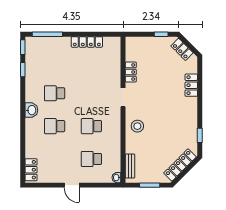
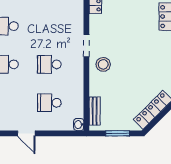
doorway: (123, 97) -> (86, 46), moved

